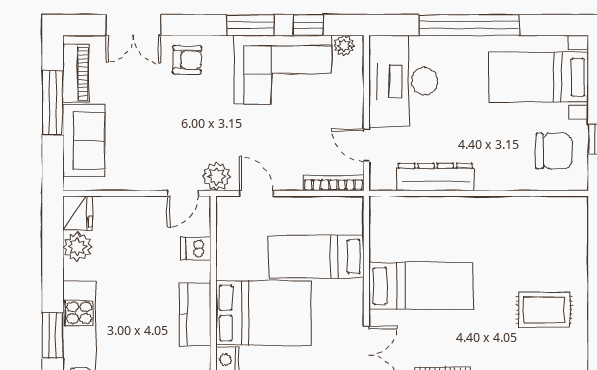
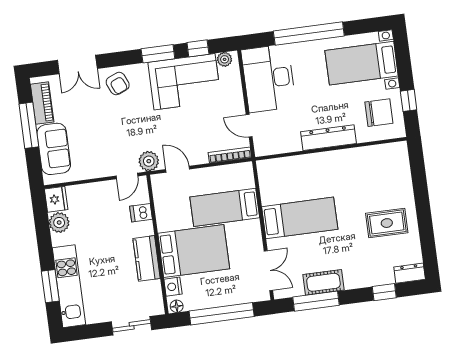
armchair: (187, 60) -> (118, 84), turned 65
dresser: (436, 177) -> (329, 138), moved

